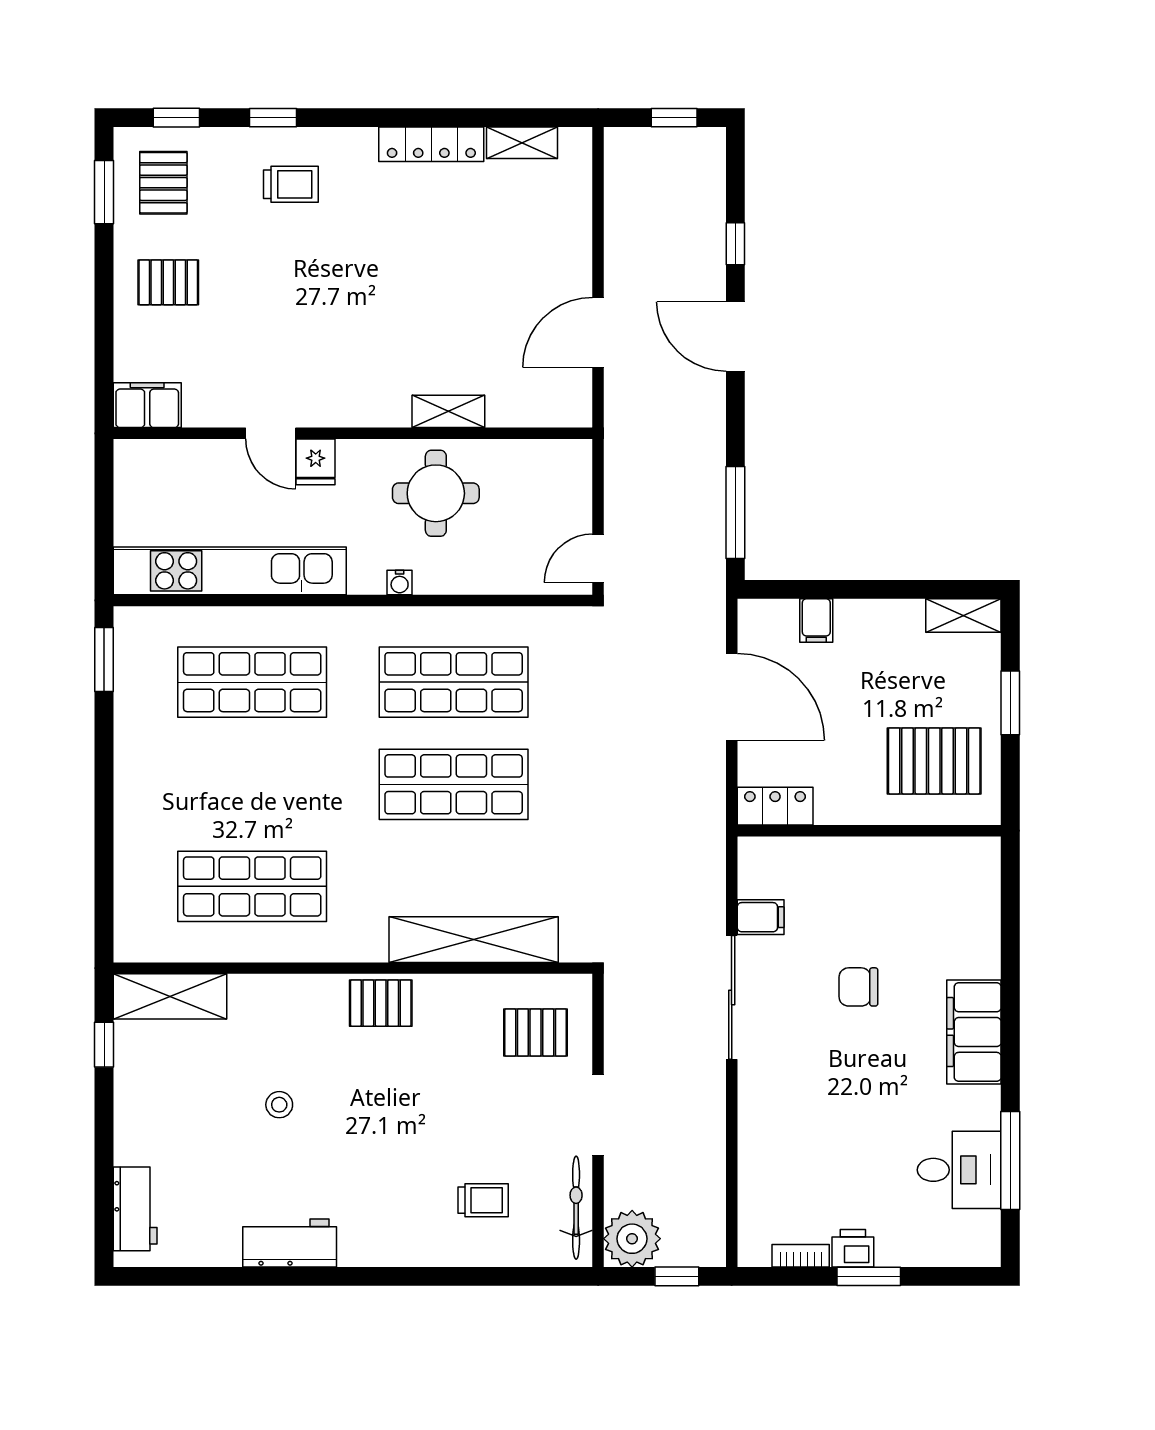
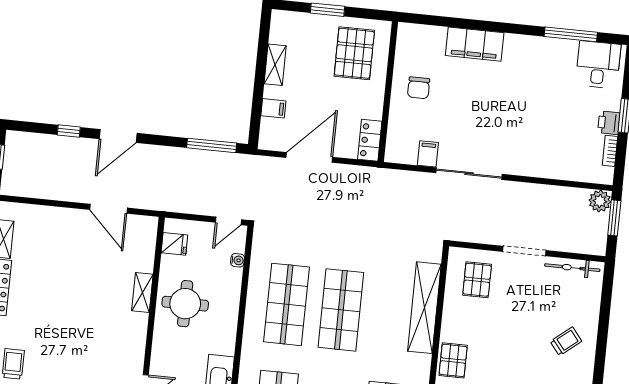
fridge: (316, 462) -> (174, 244), moved
door: (598, 558) -> (228, 221), hinge flipped
water cooler: (400, 583) -> (238, 260), moved
shelving: (963, 616) -> (275, 65), moved
chair: (858, 987) -> (419, 88), moved
filing cabinet: (974, 1032) -> (475, 44), moved
desk: (959, 1170) -> (598, 65), moved
trolley: (483, 1200) -> (566, 341), moved, turned 51
plant: (632, 1239) -> (600, 201), moved, width x0.73, depth x0.73
window: (677, 1276) -> (614, 218), width x1.50

